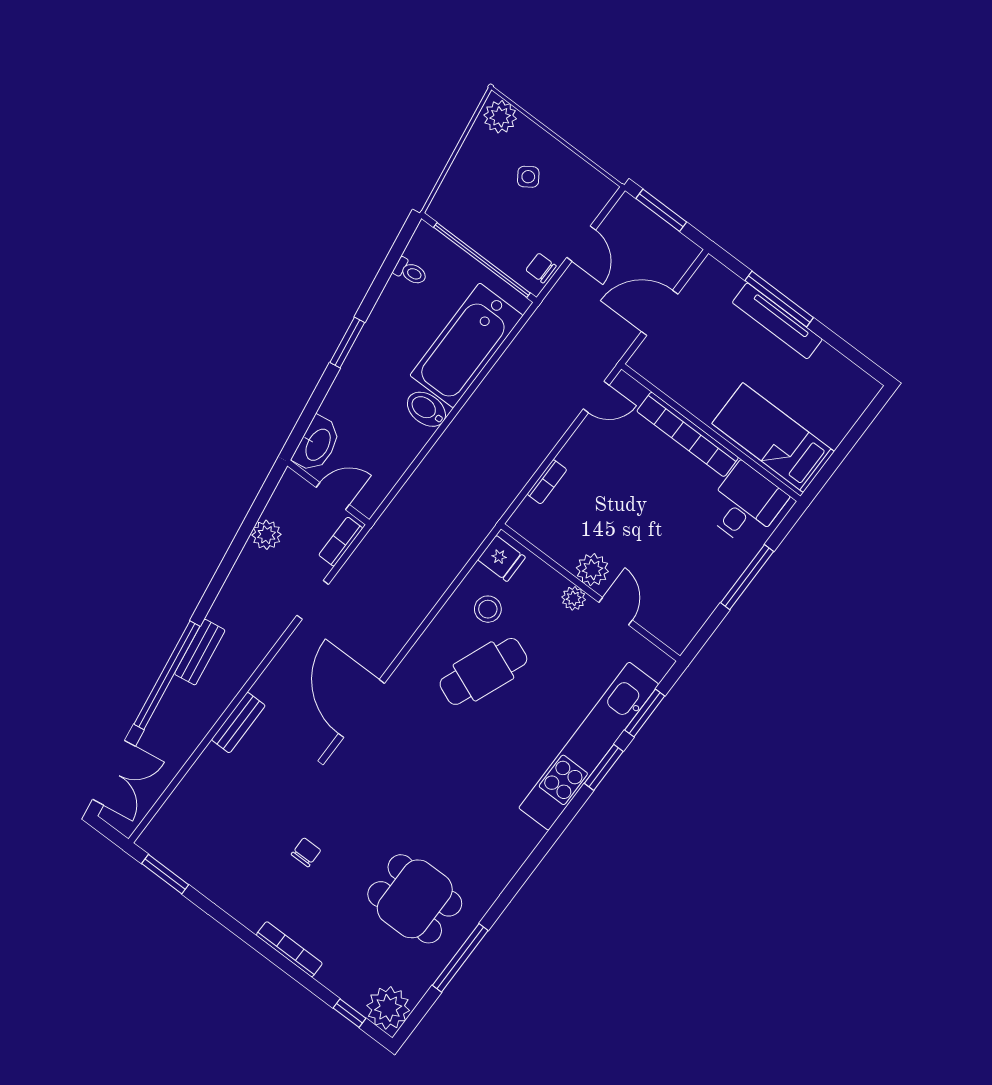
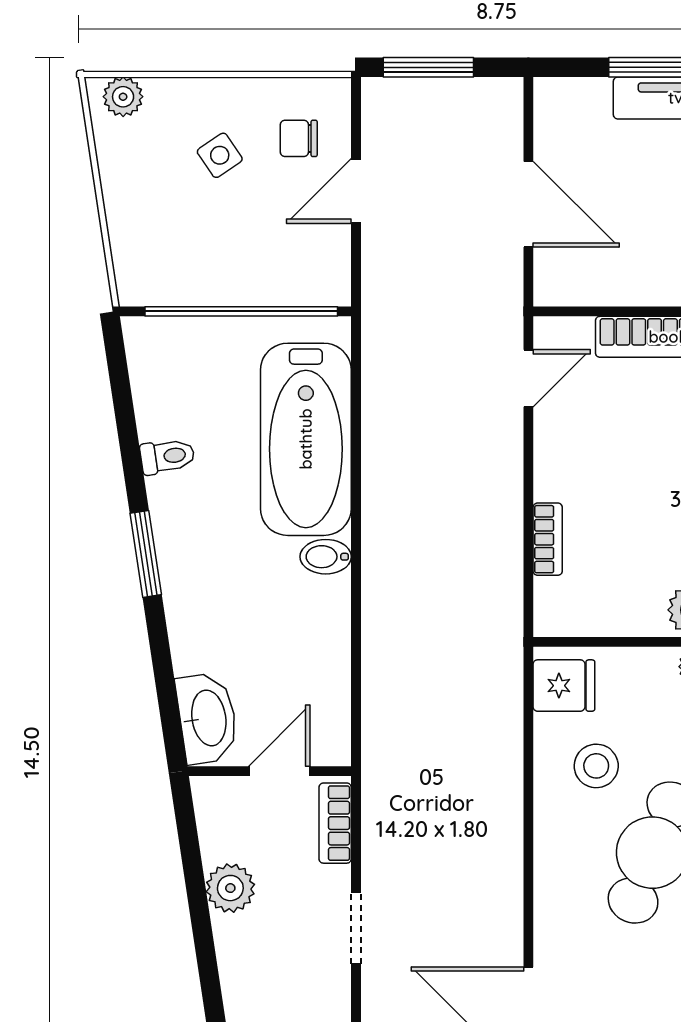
plant: (500, 117) -> (123, 97), width x0.73, depth x0.73
door: (581, 244) -> (356, 191), swing flipped
chair: (541, 268) -> (299, 138), moved
toilet: (410, 272) -> (167, 456), moved
door: (660, 313) -> (528, 204), swing flipped
bidet: (426, 409) -> (326, 557), width x0.72, depth x0.74

